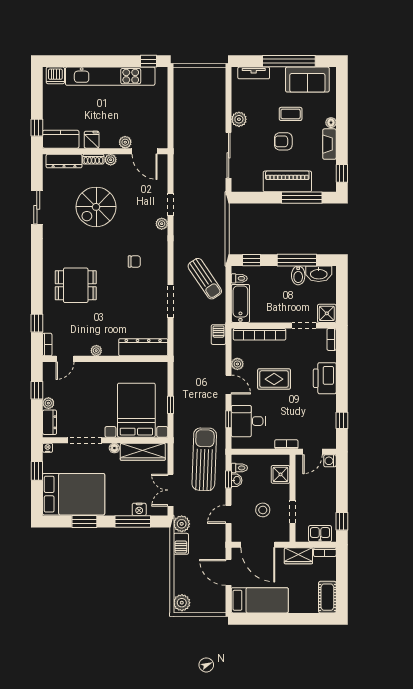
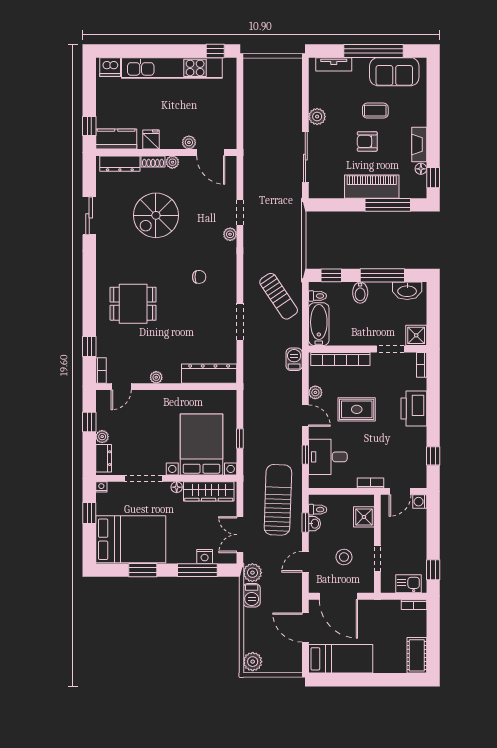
floor lamp: (331, 123) -> (421, 169), moved
bidet: (298, 275) -> (360, 293), moved
wardrobe: (298, 556) -> (384, 609), removed

